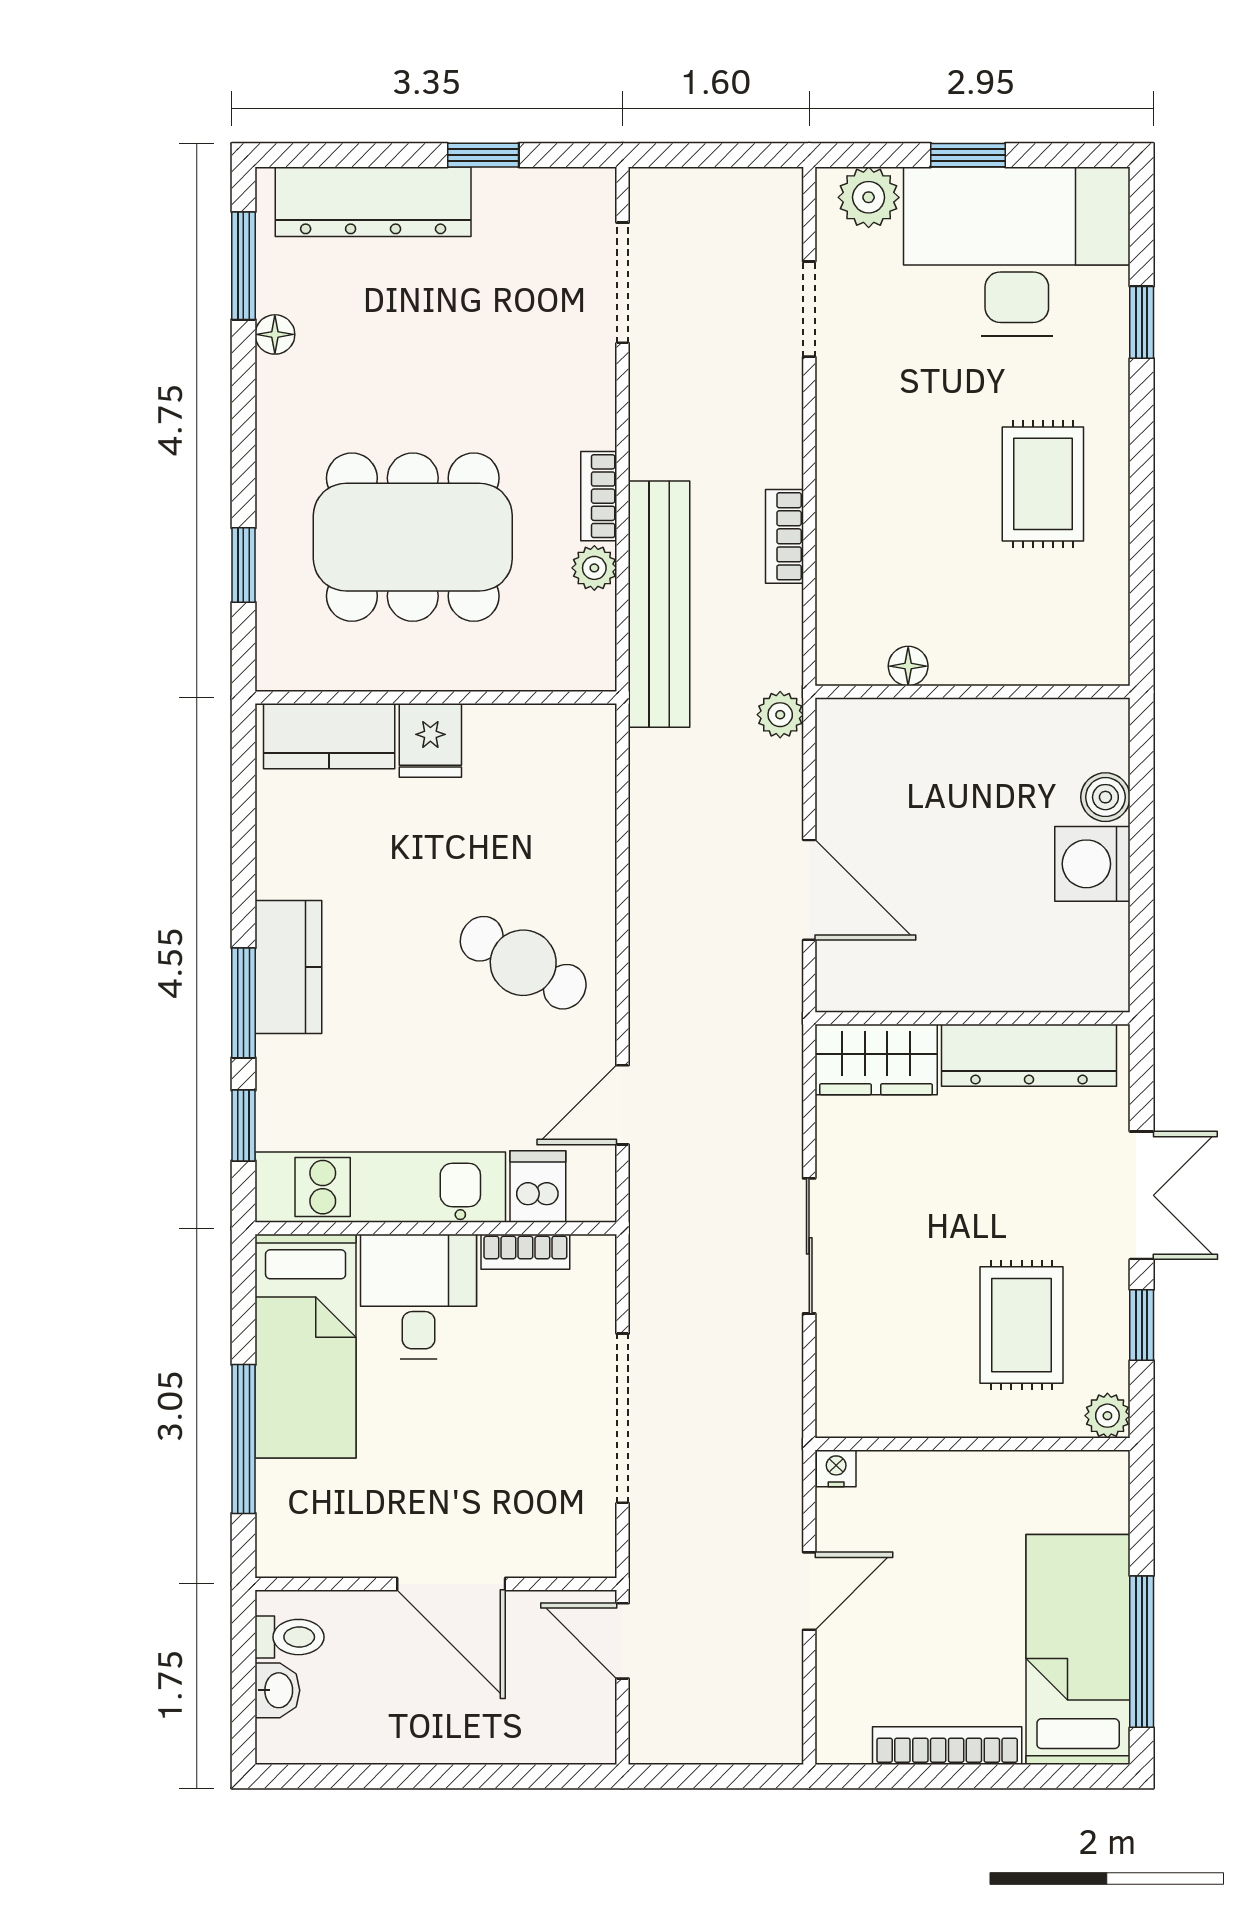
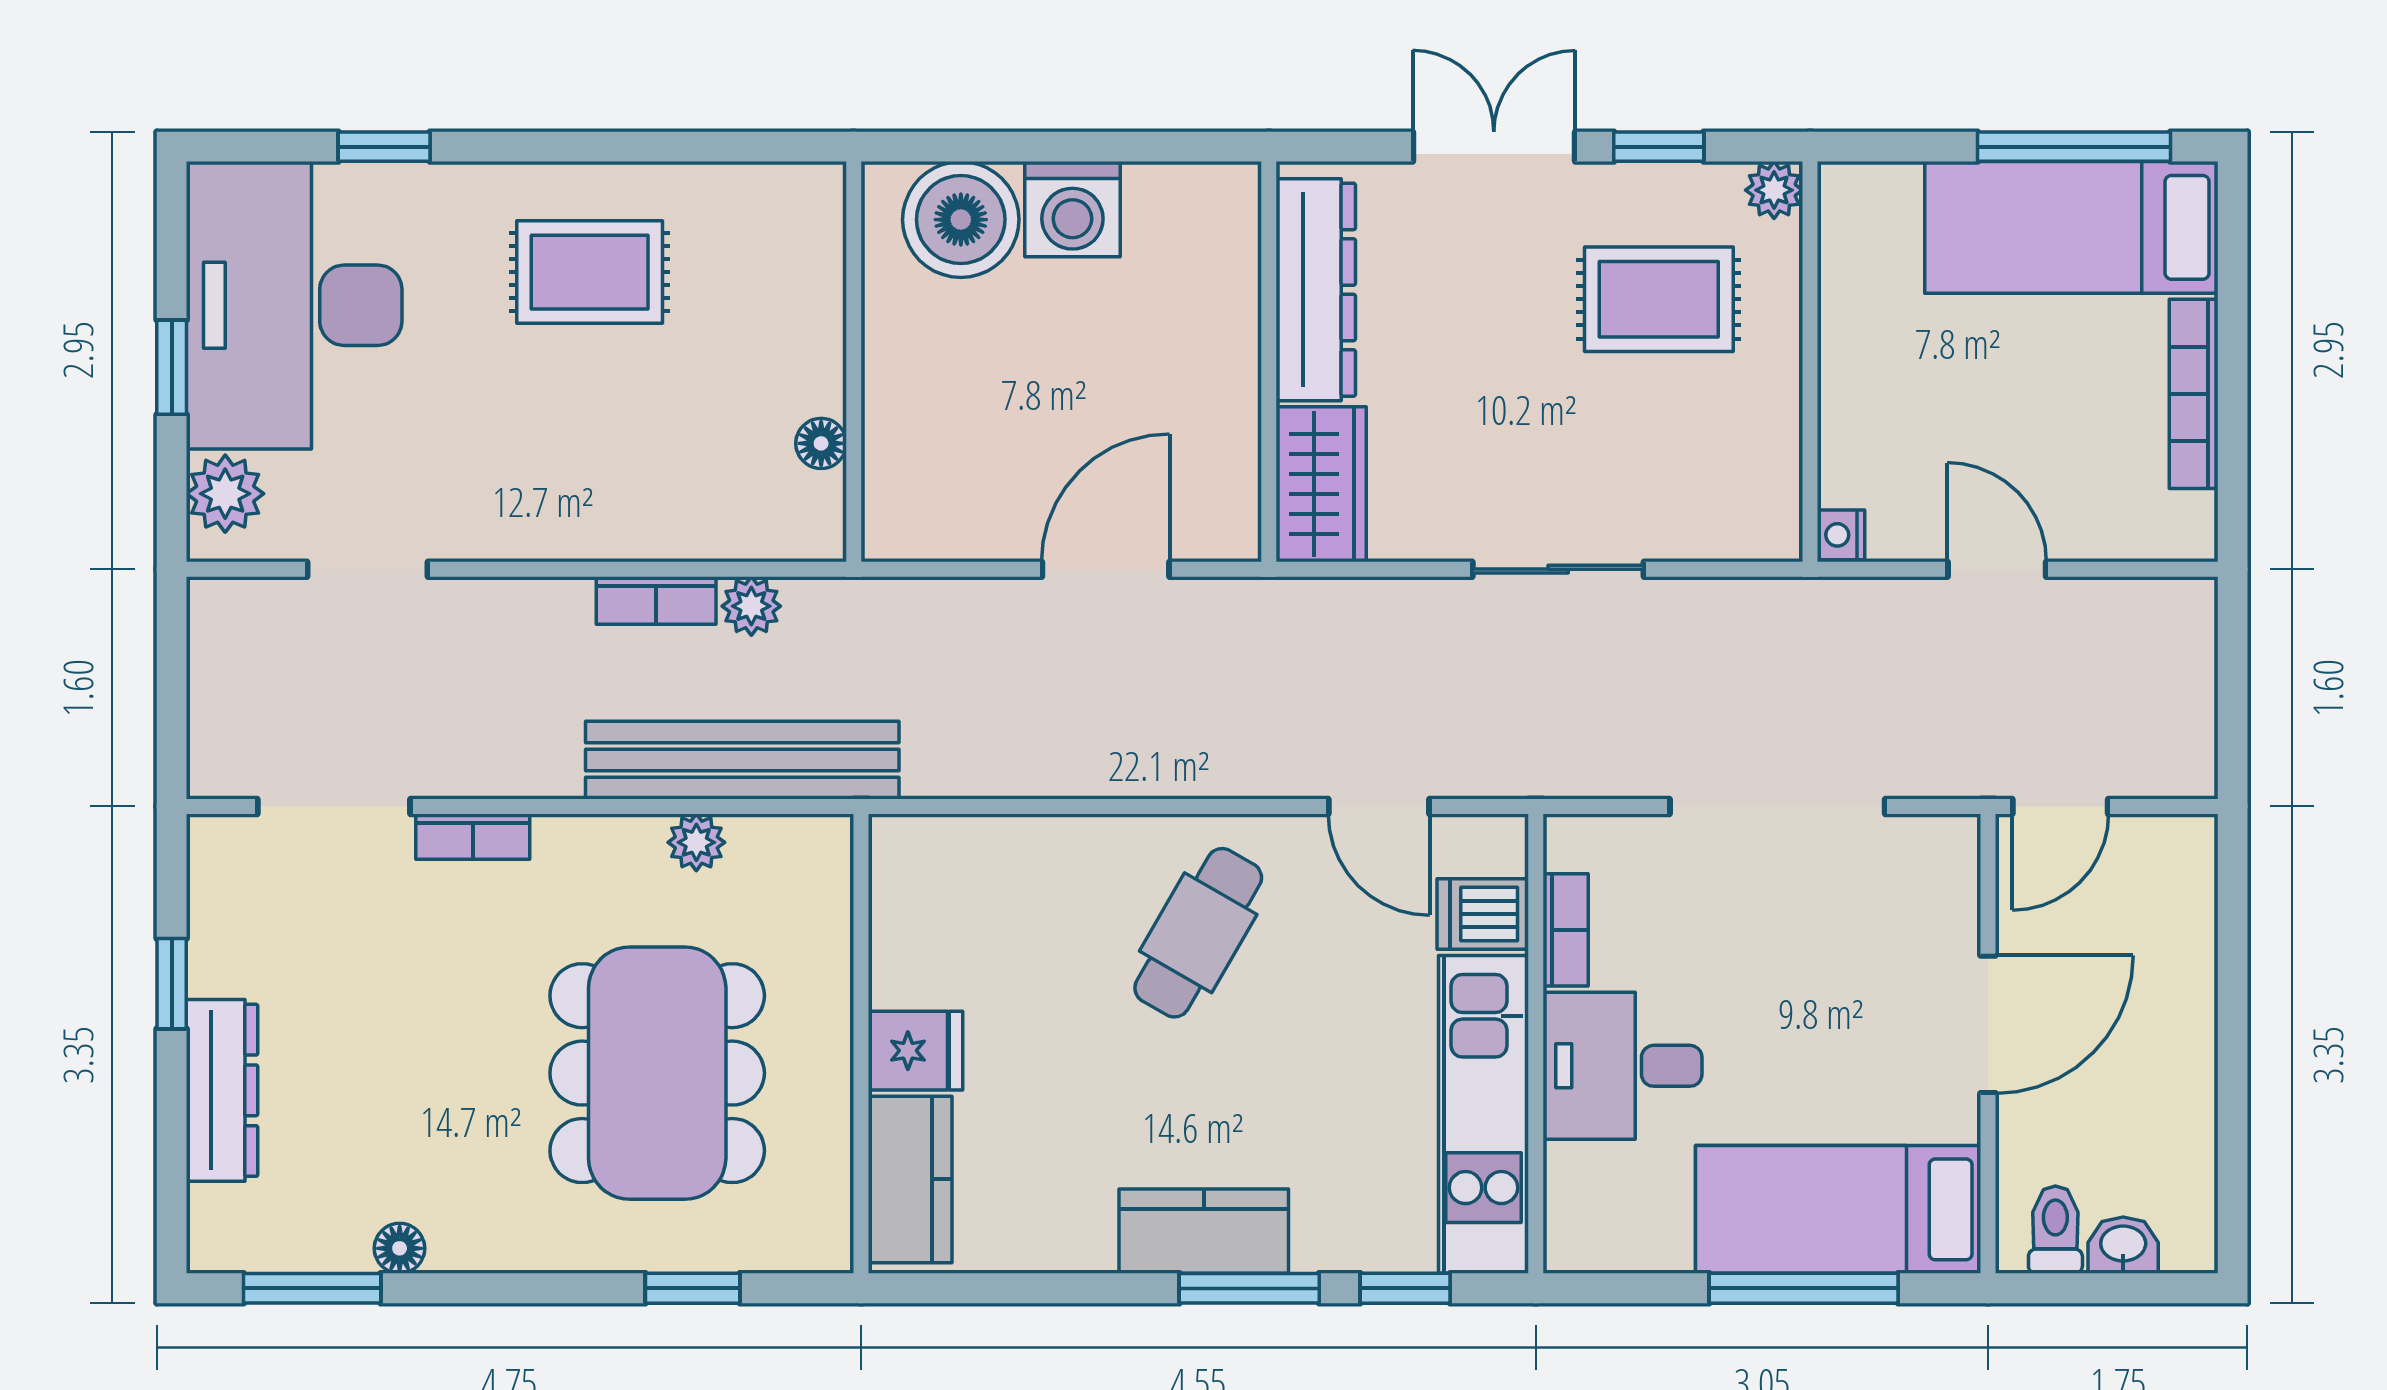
dresser: (373, 202) -> (222, 1090), width x0.73, depth x0.80
bookcase: (599, 496) -> (473, 837), moved
plant: (780, 715) -> (751, 606), moved
boiler: (1105, 797) -> (961, 220), width x1.86, depth x1.86
bed: (306, 1346) -> (1838, 1209), moved, turned 180

